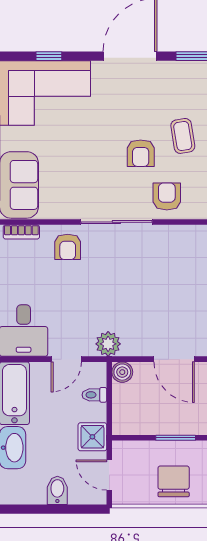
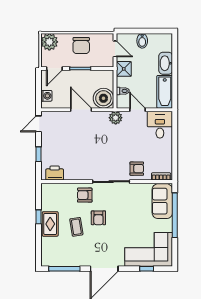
armchair: (141, 153) -> (98, 218), turned 180
armchair: (167, 196) -> (85, 195), turned 90
armchair: (68, 247) -> (137, 169), turned 90
door: (66, 359) -> (138, 110), hinge flipped
boiler: (122, 372) -> (103, 98), width x1.86, depth x1.86

